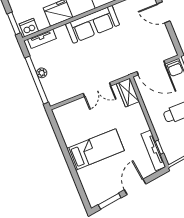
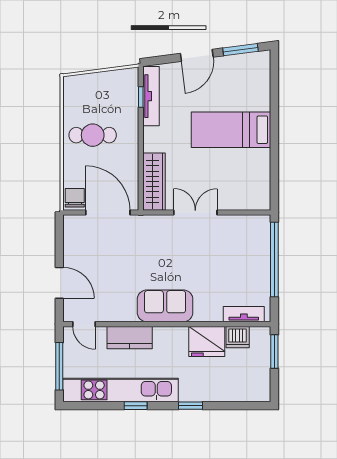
sofa: (93, 24) -> (165, 306), width x0.73
dishwasher: (29, 28) -> (238, 337), moved
plant: (42, 73) -> (263, 267), removed
wardrobe: (128, 92) -> (154, 182), width x1.50

